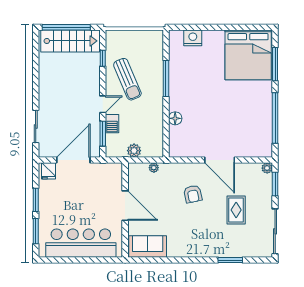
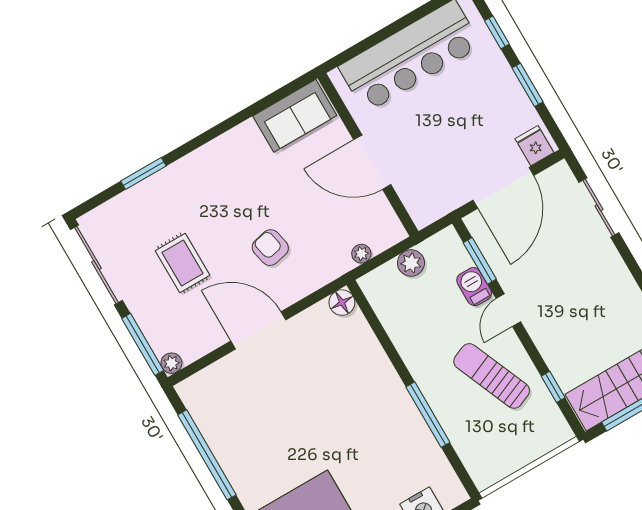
floor lamp: (175, 118) -> (342, 303), moved
window: (275, 184) -> (143, 344), width x1.44
window: (36, 231) -> (497, 32), width x0.67

